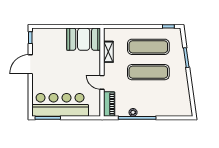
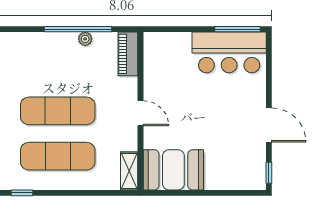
shelving: (108, 52) -> (129, 171), moved
door: (30, 64) -> (269, 125), hinge flipped
door: (102, 82) -> (141, 113), moved
bar counter: (60, 105) -> (229, 52), width x0.73

